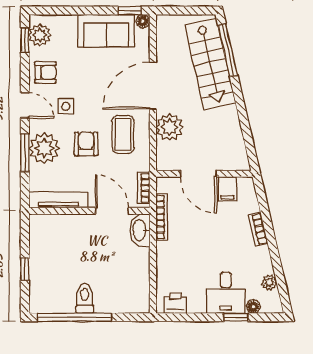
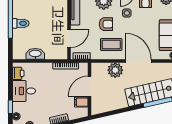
washbasin: (140, 230) -> (35, 54), moved
desk: (226, 293) -> (24, 91), moved

